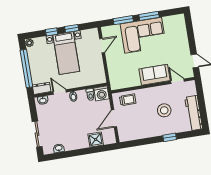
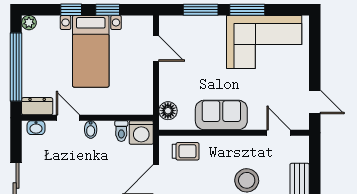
corner sofa: (143, 35) -> (264, 42), moved
door: (102, 46) -> (156, 49), hinge flipped
sofa: (155, 75) -> (221, 115), moved
floor lamp: (114, 79) -> (168, 111), added

